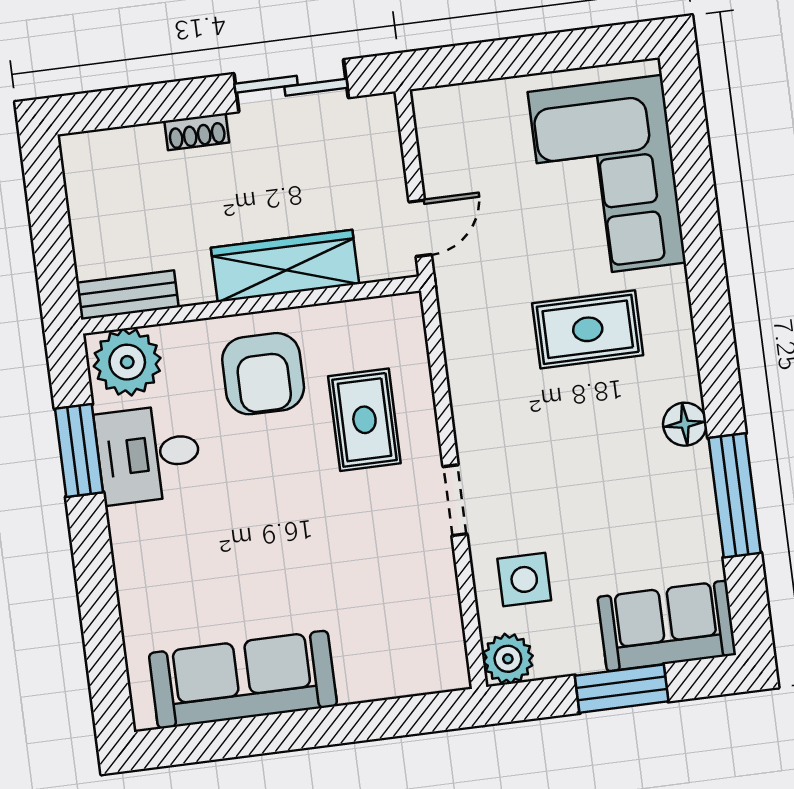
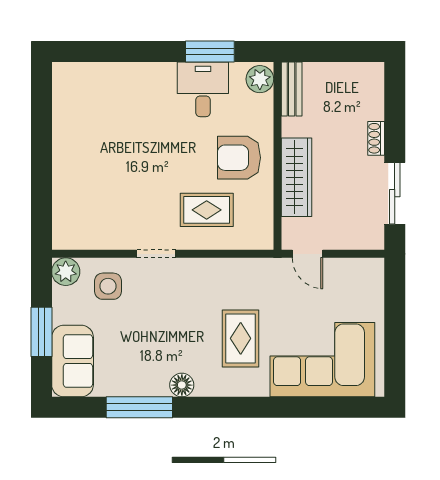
plant: (127, 362) -> (260, 79), width x0.73, depth x0.73
sofa: (243, 680) -> (73, 125), removed

